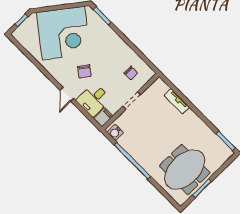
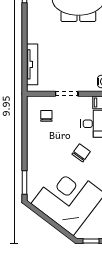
tv unit: (177, 101) -> (32, 64), width x1.41

